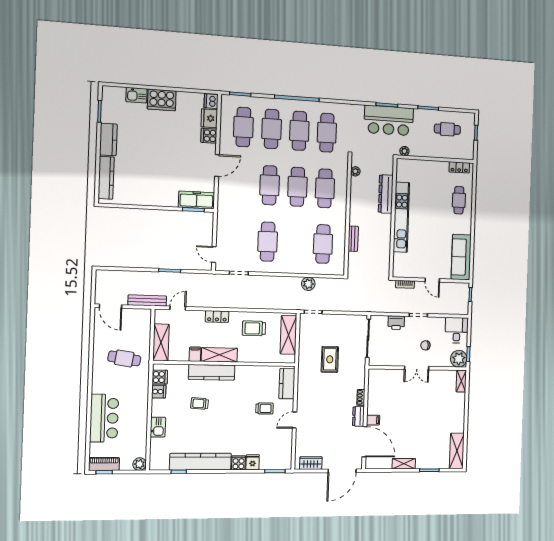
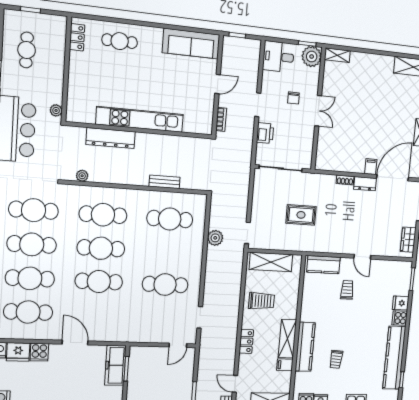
trolley: (254, 328) -> (261, 301), turned -90

